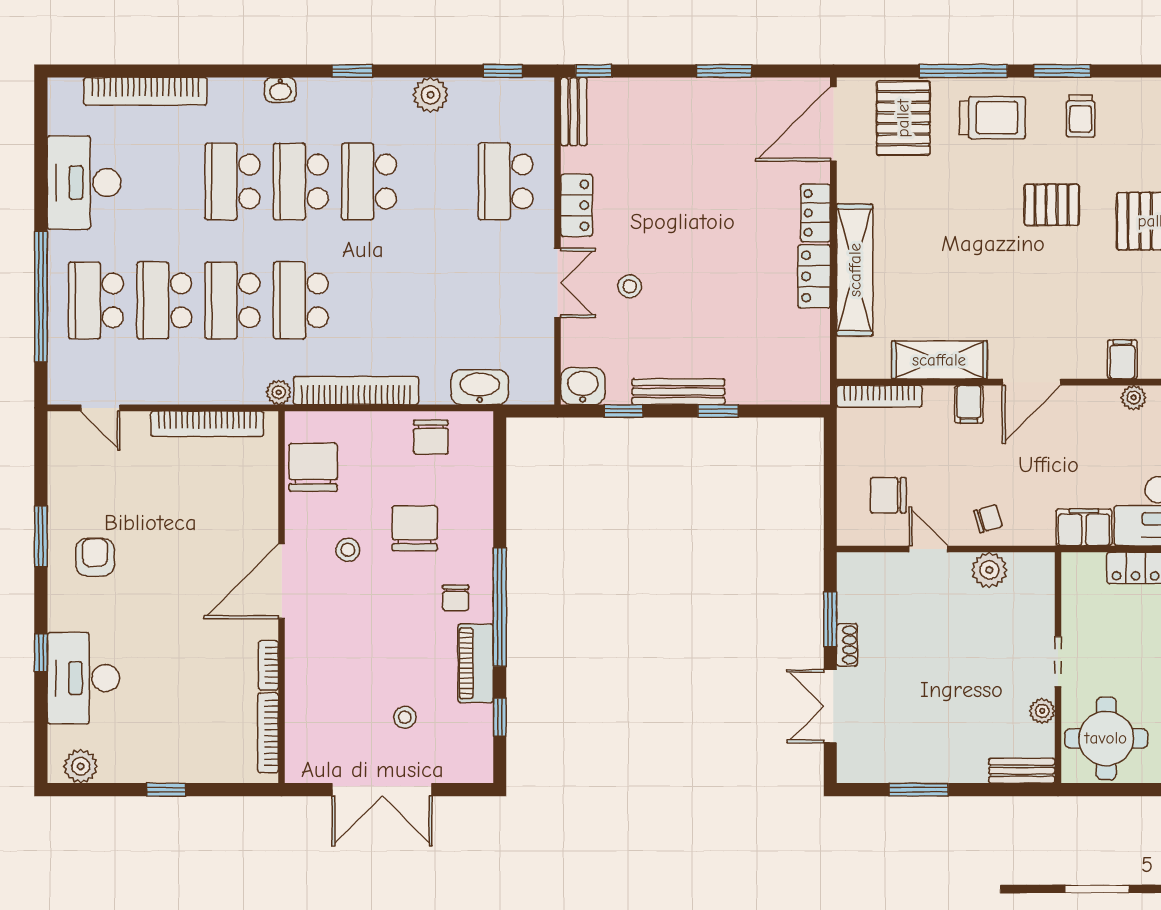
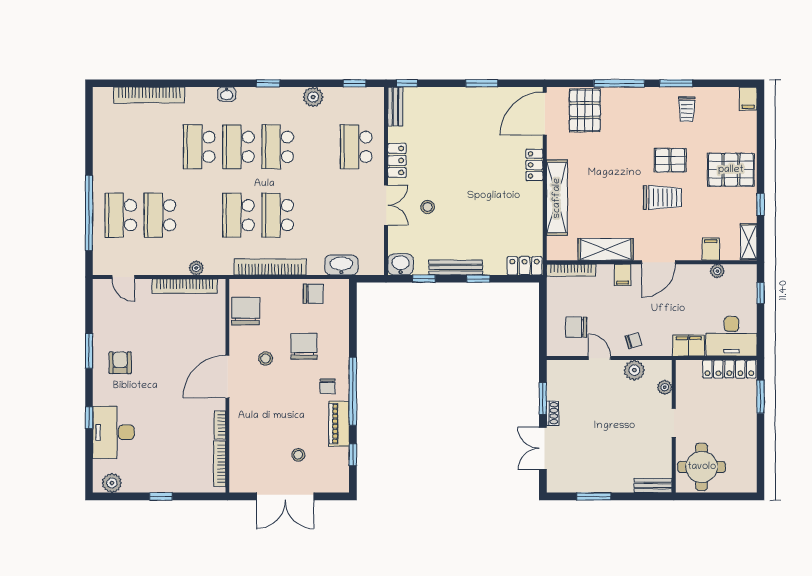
trolley: (992, 118) -> (662, 198), moved
desk: (84, 183) -> (114, 147), removed
locker: (814, 276) -> (525, 266), moved, turned 90
school desk: (233, 300) -> (278, 215), moved
plant: (279, 392) -> (196, 268), moved
chair: (431, 437) -> (313, 294), turned -90
plant: (1042, 711) -> (665, 387), moved

